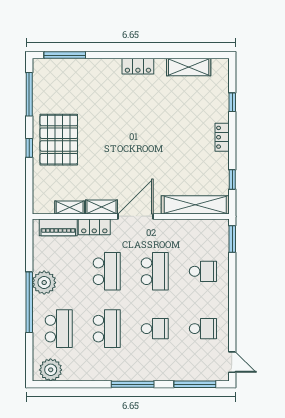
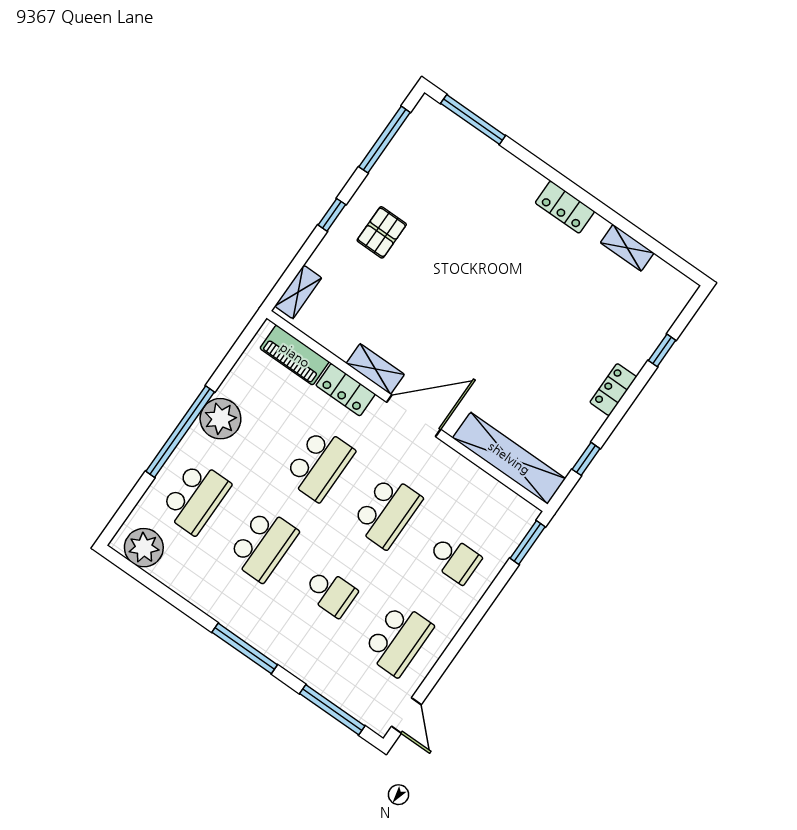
shelving: (189, 67) -> (627, 248), width x0.67, depth x0.75
pallet: (59, 140) -> (382, 232), width x0.49, depth x0.50
shelving: (70, 208) -> (298, 292), moved, turned 90
school desk: (203, 329) -> (398, 639), width x1.85

